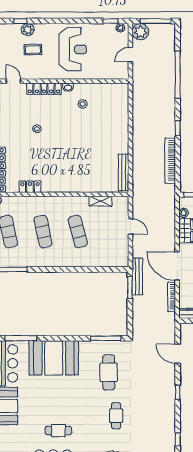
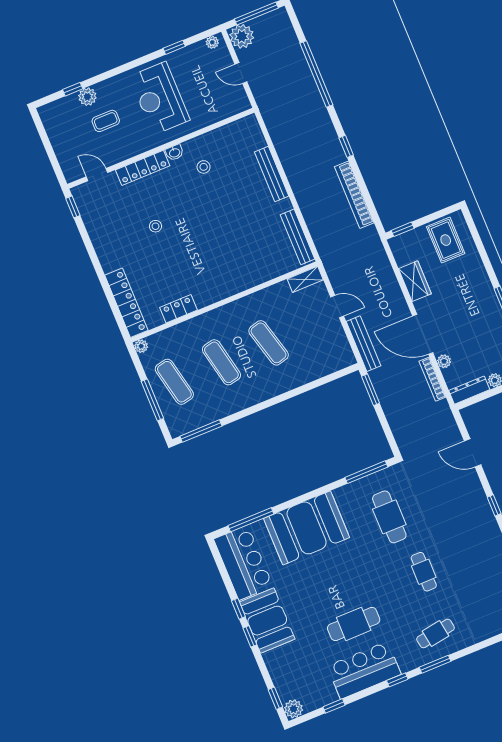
window: (110, 21) -> (174, 47), moved
reception desk: (73, 49) -> (160, 98), turned 180
door: (130, 55) -> (241, 73), hinge flipped
bench: (124, 126) -> (272, 174), added
shelving: (100, 201) -> (305, 279), moved
plant: (183, 213) -> (444, 361), moved
bench: (137, 276) -> (363, 344), moved
cafe table: (58, 431) -> (354, 624), width x1.37, depth x1.35

